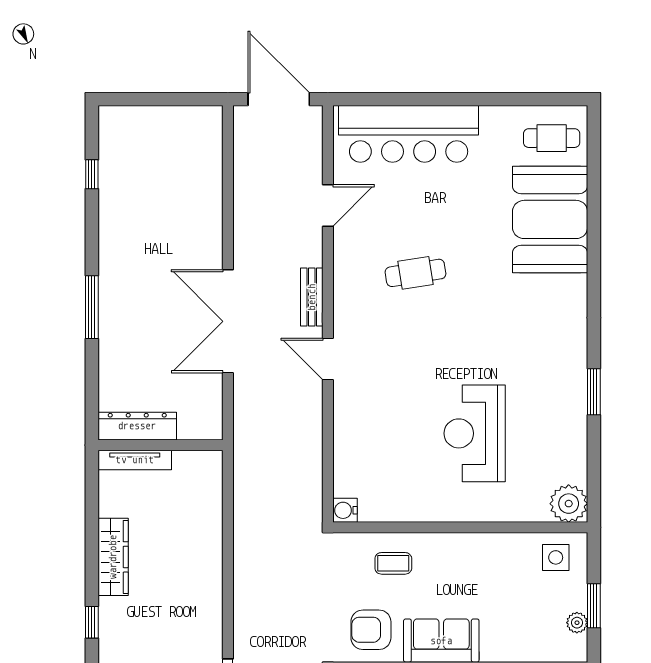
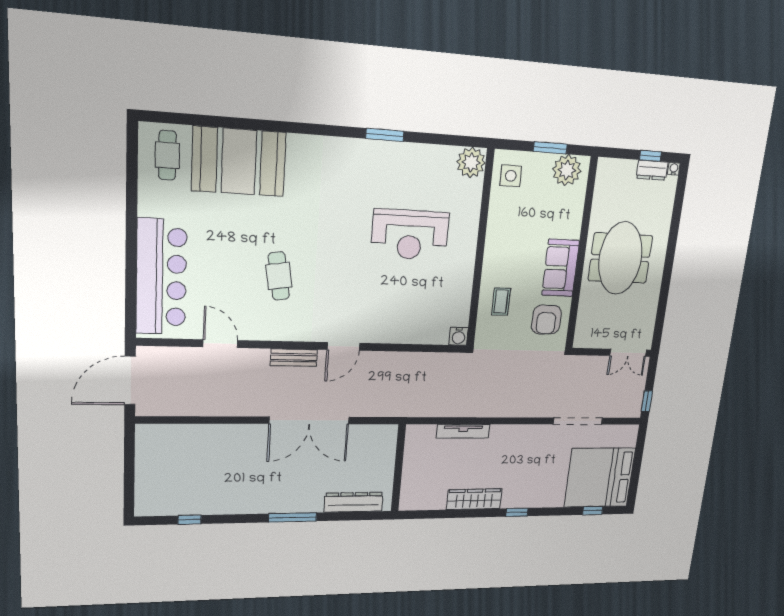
dresser: (137, 426) -> (354, 502), moved, turned 90
tv unit: (135, 460) -> (463, 431), moved, turned 90
plant: (577, 623) -> (567, 170), width x1.87, depth x1.87

